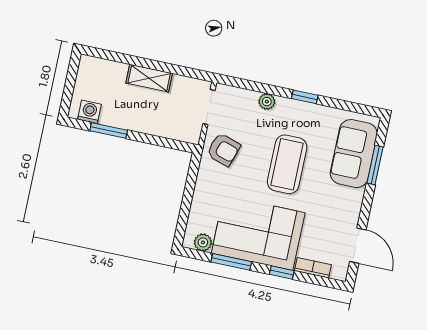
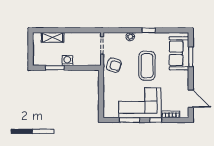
shelving: (149, 78) -> (53, 37), moved
washing machine: (89, 112) -> (67, 60), moved
plant: (203, 242) -> (113, 113), removed

